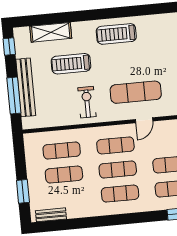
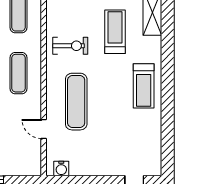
treadmill: (116, 34) -> (144, 86), turned 180
door: (144, 120) -> (44, 129), moved

